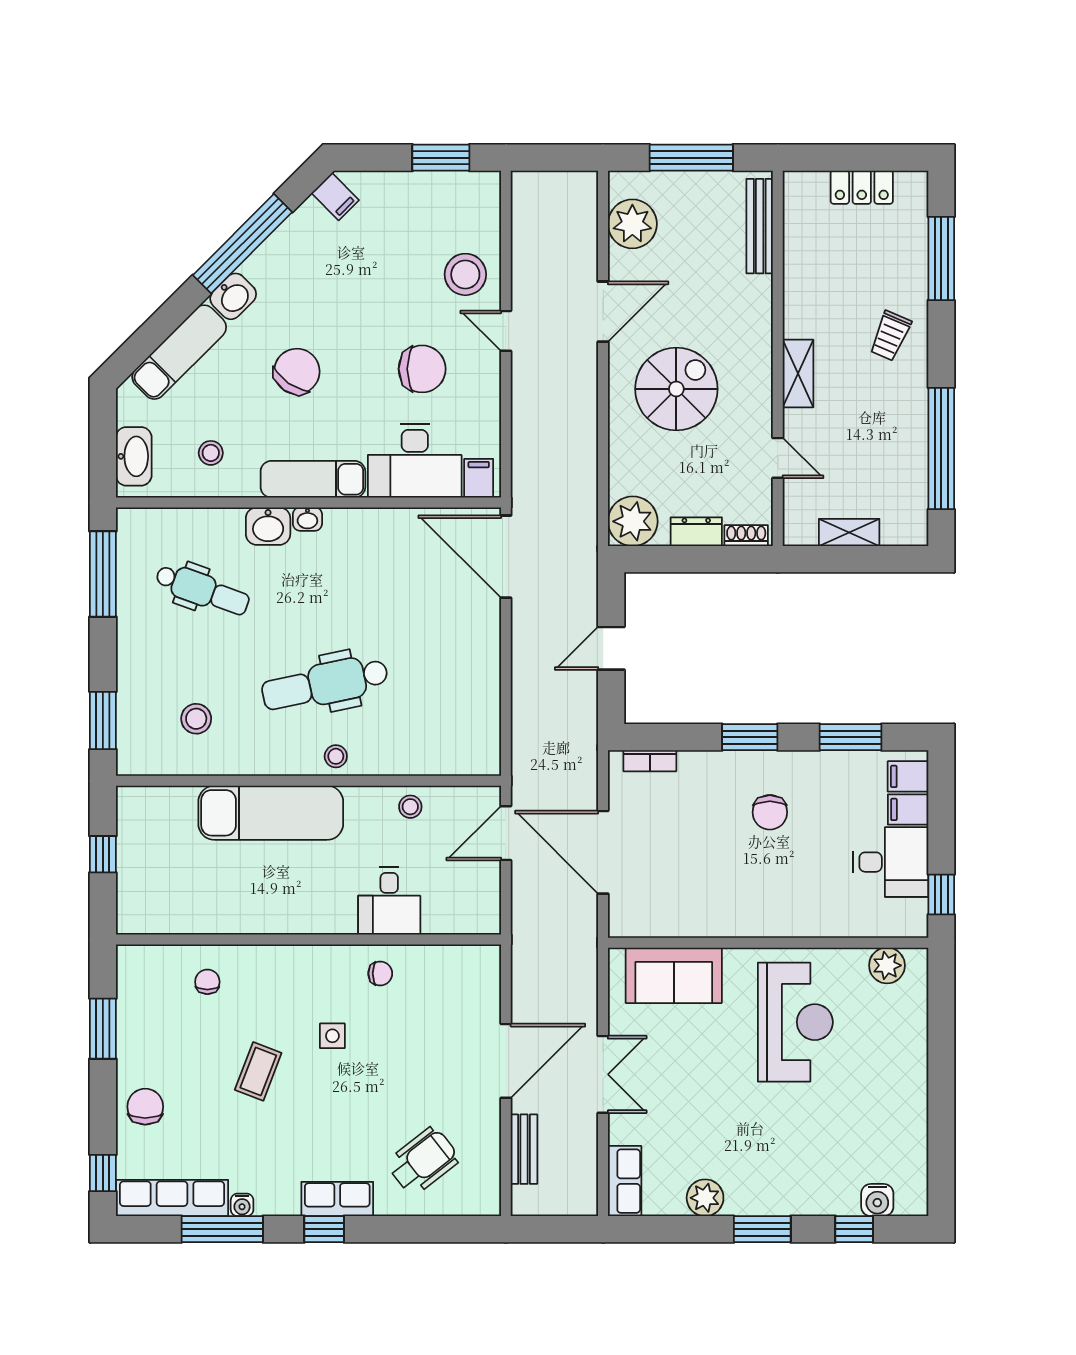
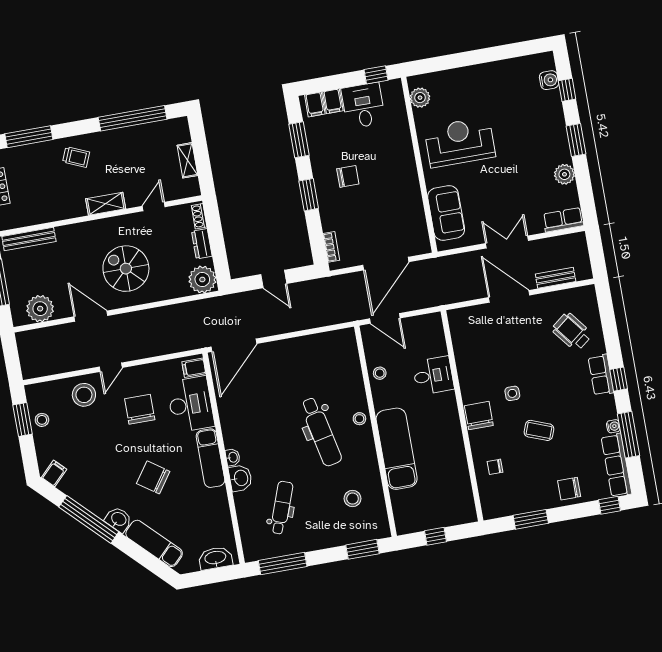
stool: (211, 453) -> (42, 420), moved
chair: (380, 973) -> (479, 416), moved, width x1.87, depth x1.87

